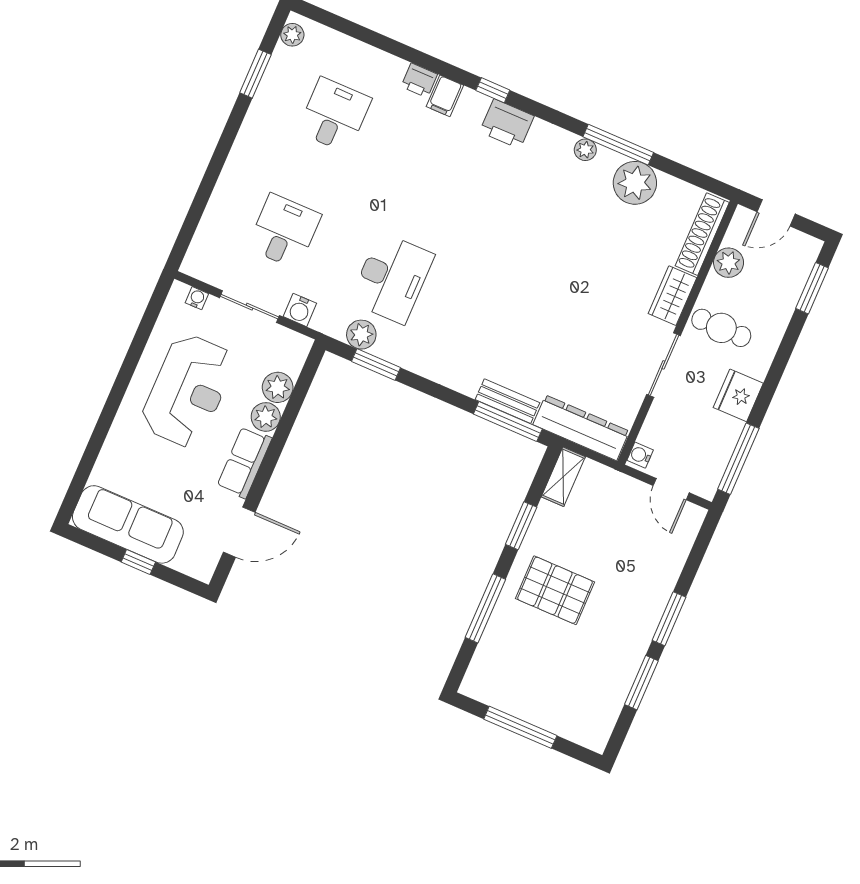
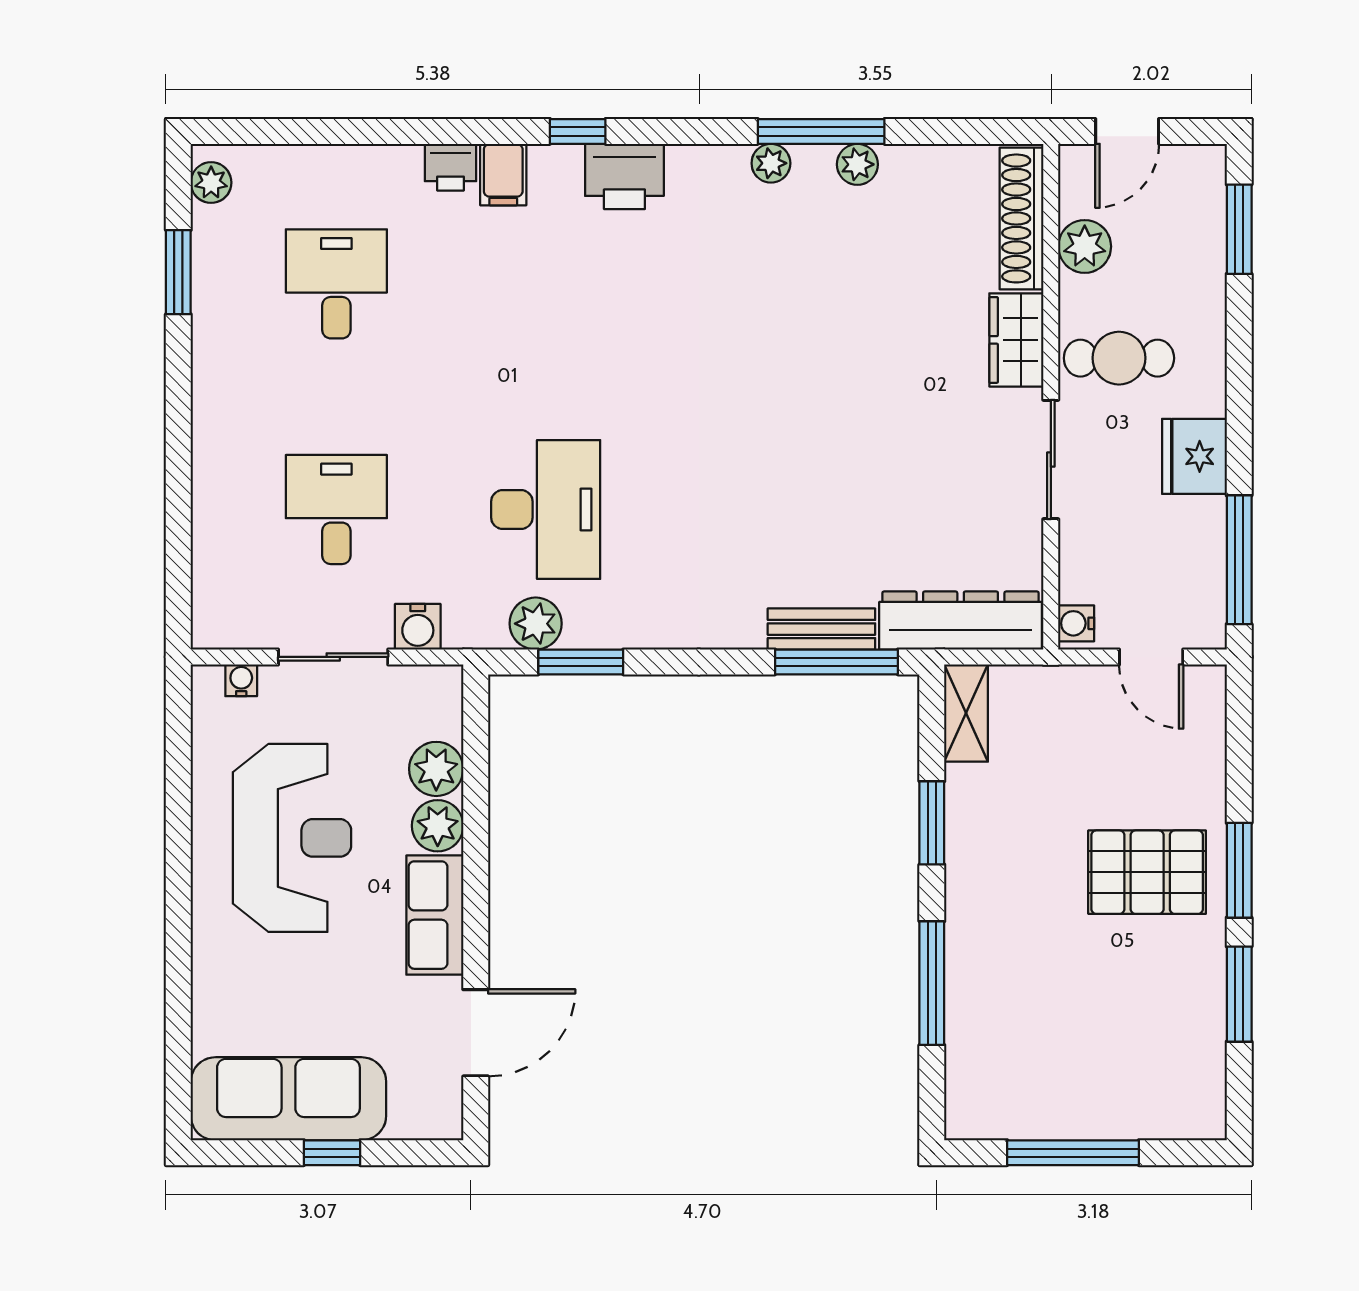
plant: (635, 183) -> (857, 164), width x0.53, depth x0.53
pallet: (555, 590) -> (1147, 872), moved

